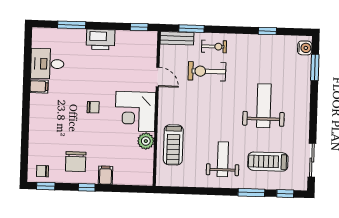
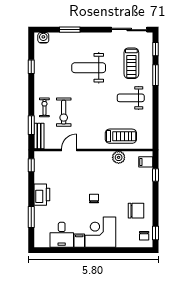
window: (315, 67) -> (70, 30), moved
corner desk: (135, 111) -> (100, 232), moved, turned 180
sliding door: (312, 160) -> (129, 30), width x1.37
filing cabinet: (106, 175) -> (146, 162), moved
window: (87, 187) -> (156, 175), moved

